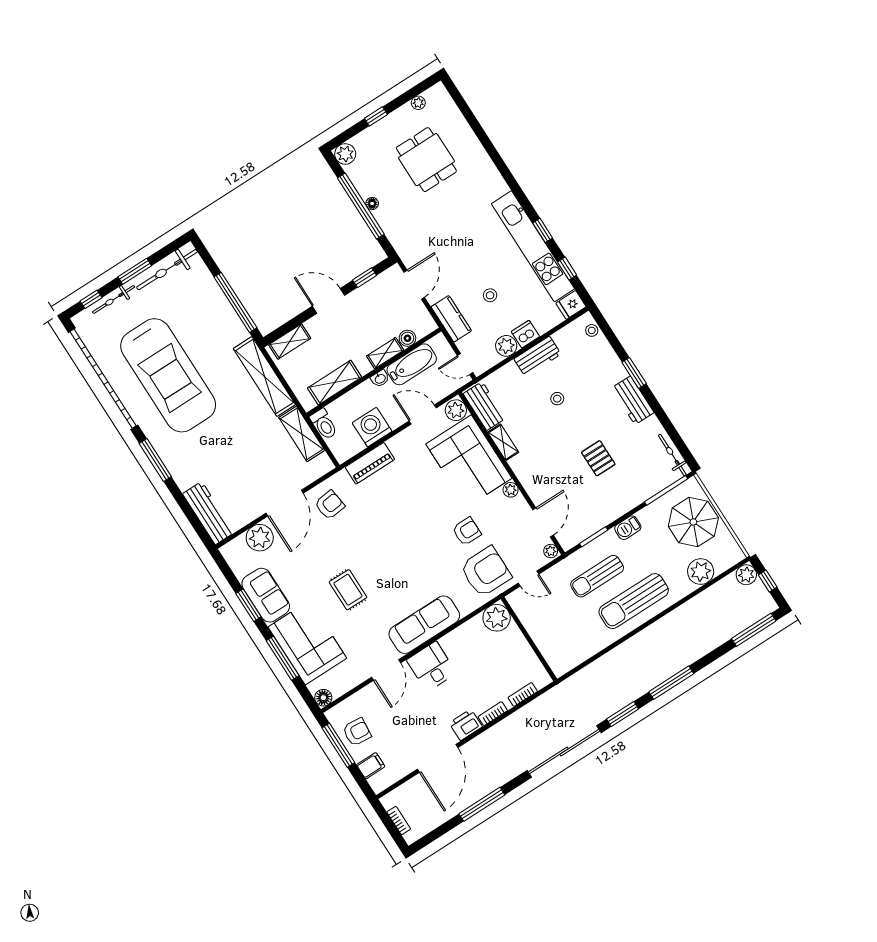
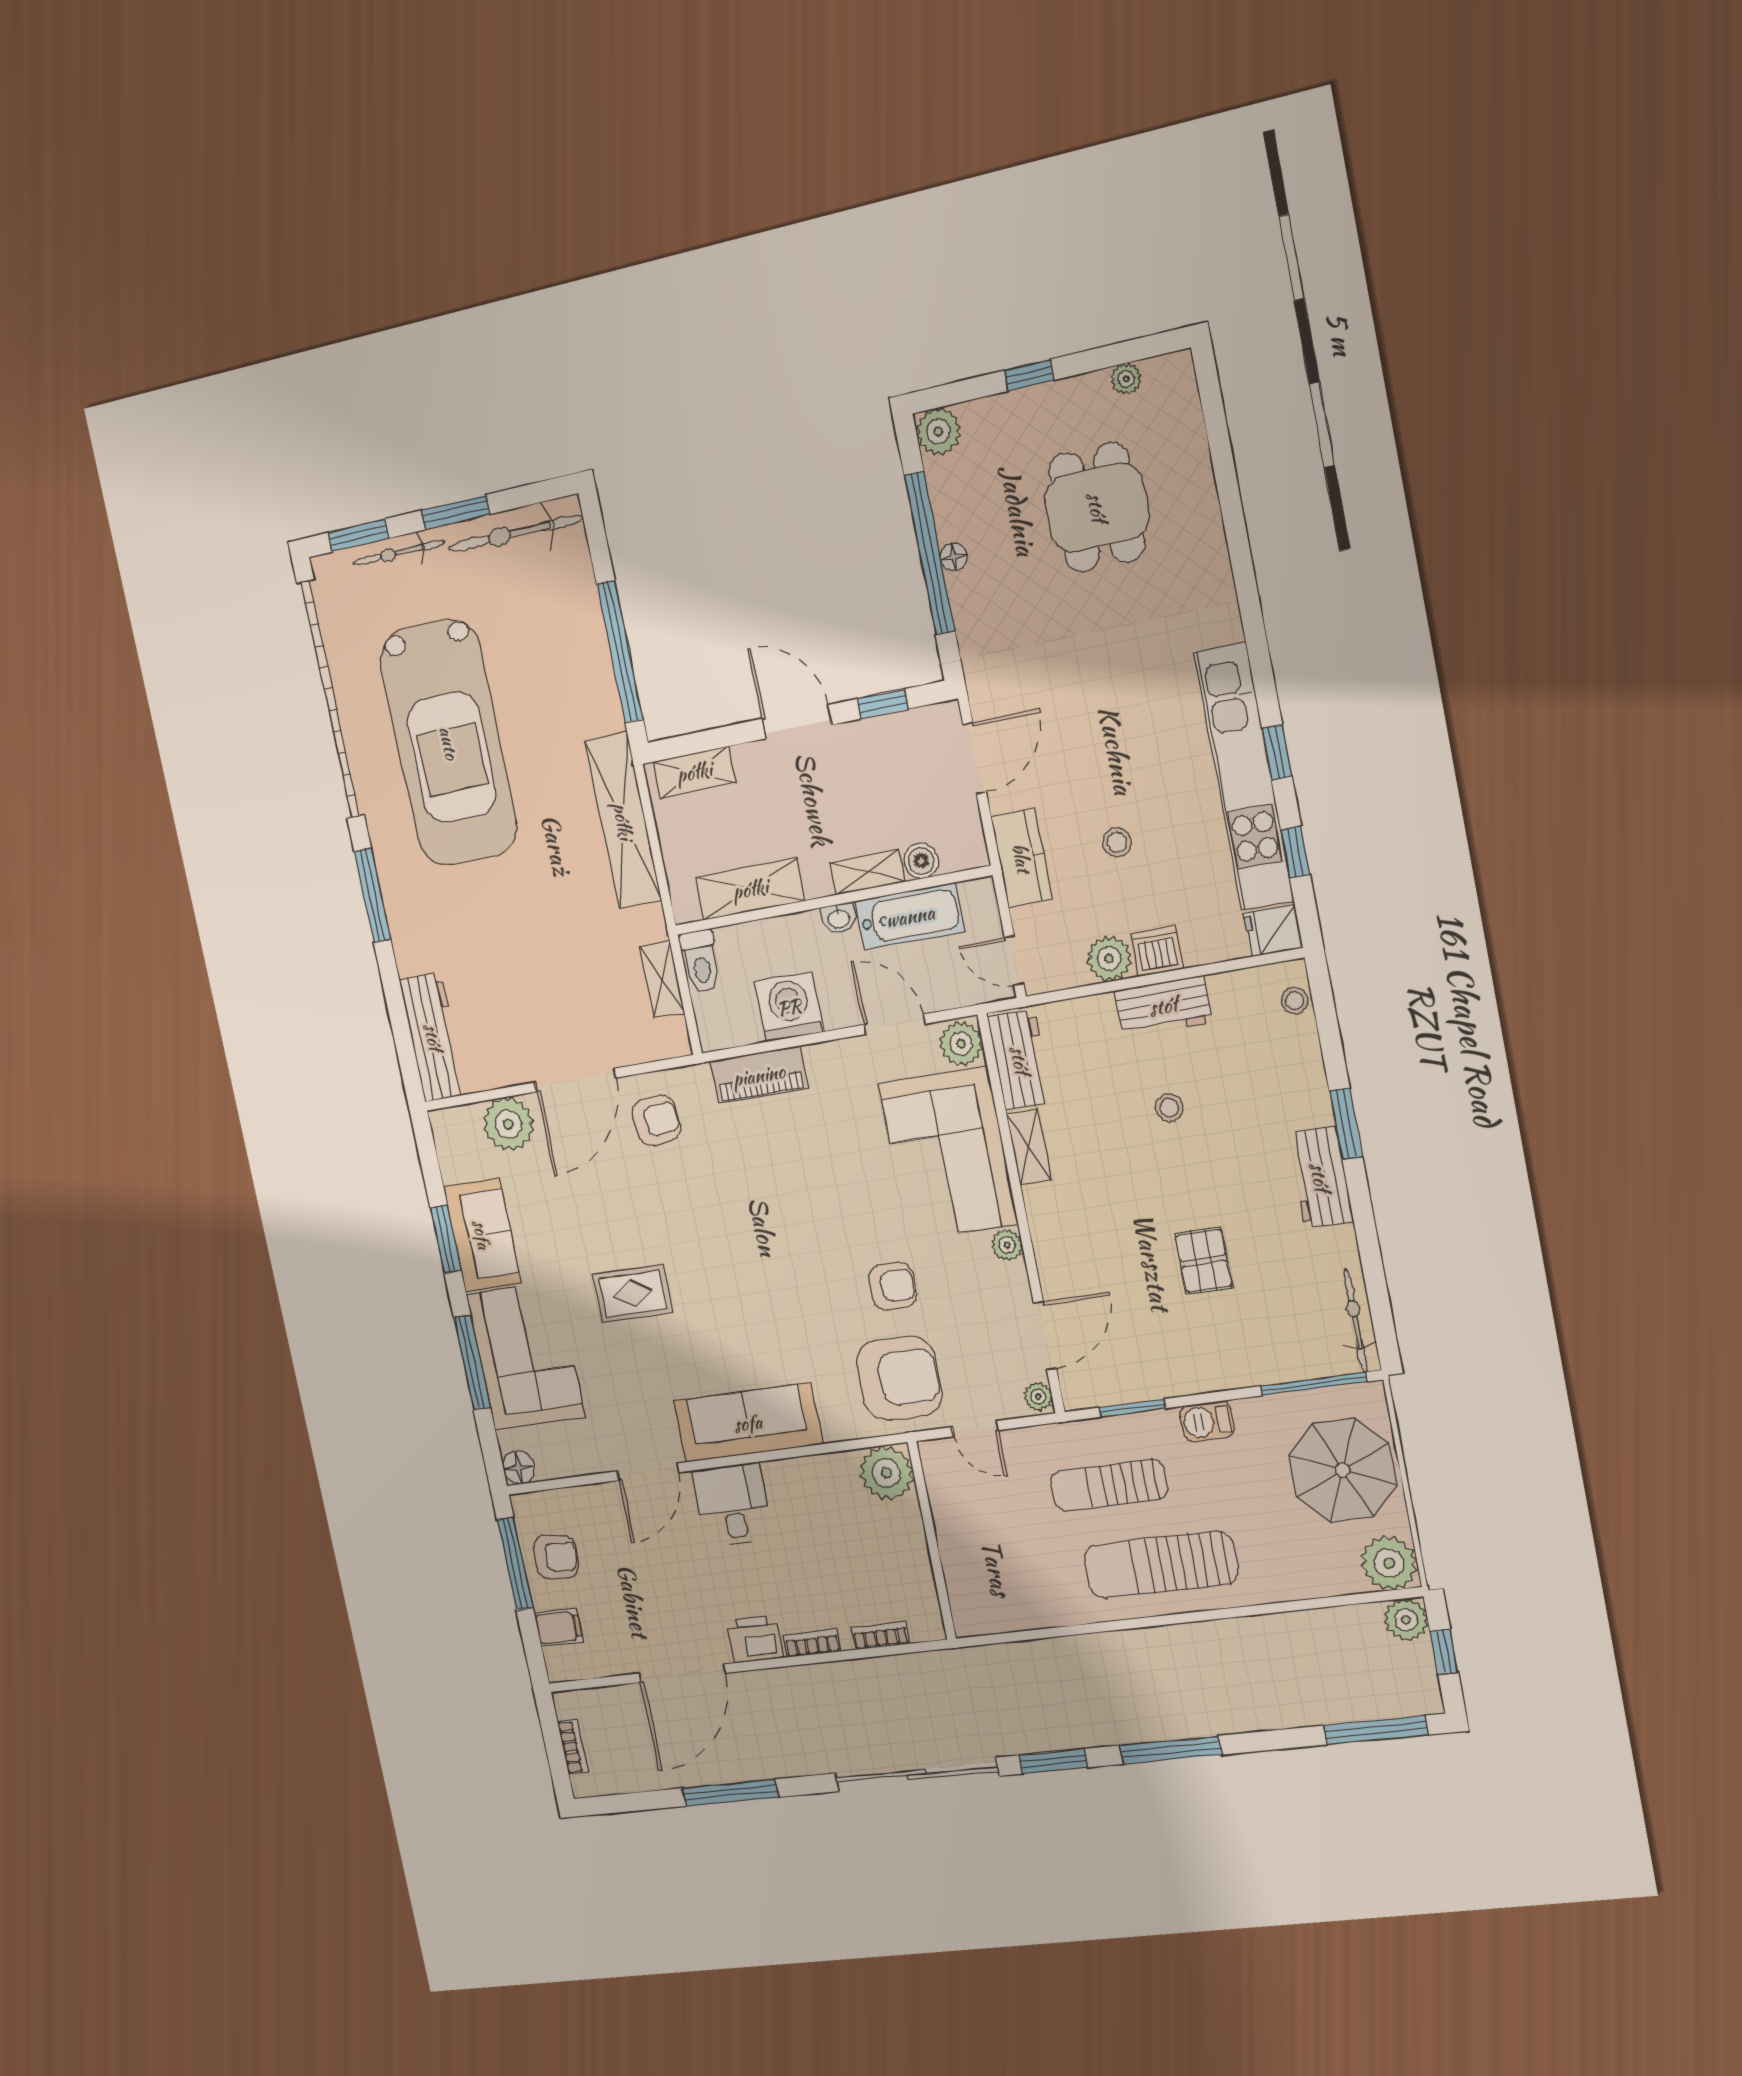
window: (91, 299) -> (358, 535), width x1.50
shelving: (302, 434) -> (662, 979), width x0.67, depth x0.75
plant: (701, 572) -> (1389, 1563), moved
rug: (348, 590) -> (633, 1293), turned 90

